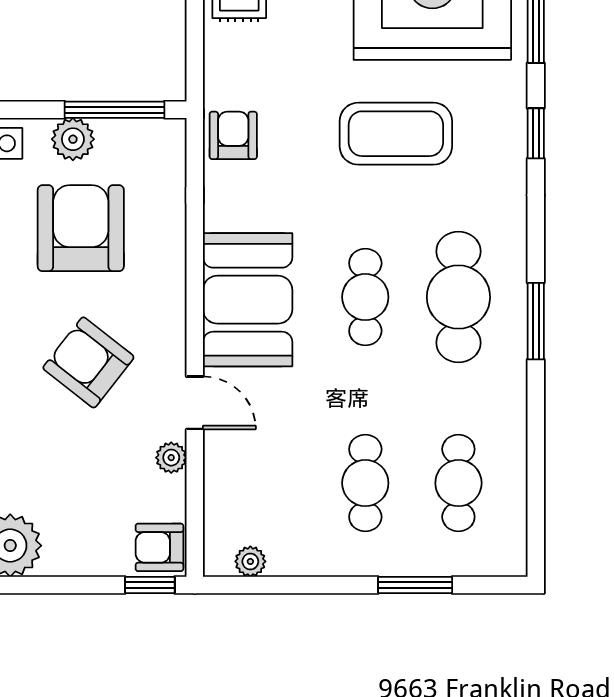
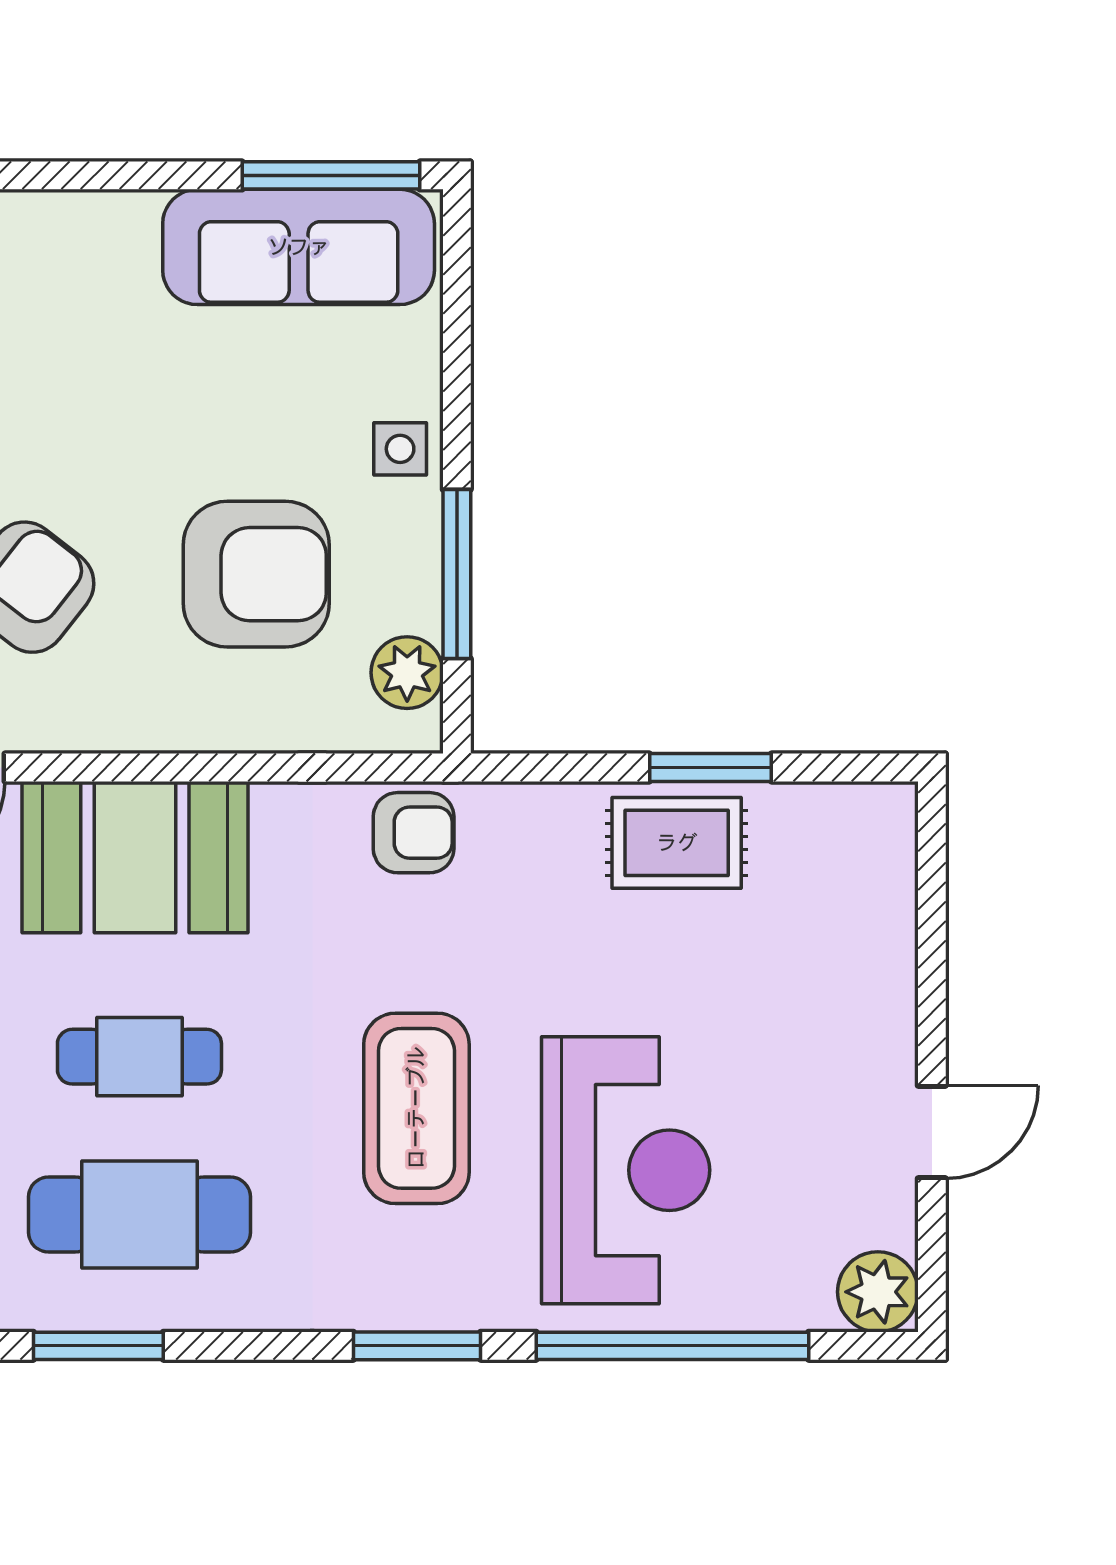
window: (114, 110) -> (457, 574), moved
window: (536, 133) -> (417, 1346), width x1.50
plant: (73, 139) -> (407, 673), moved

